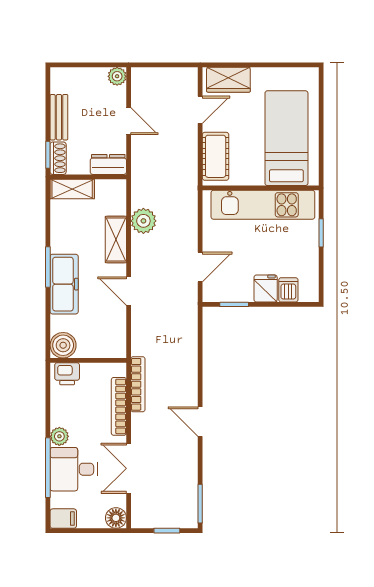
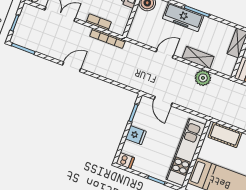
dishwasher: (288, 290) -> (125, 161), moved
bookcase: (119, 406) -> (99, 22), width x0.64

